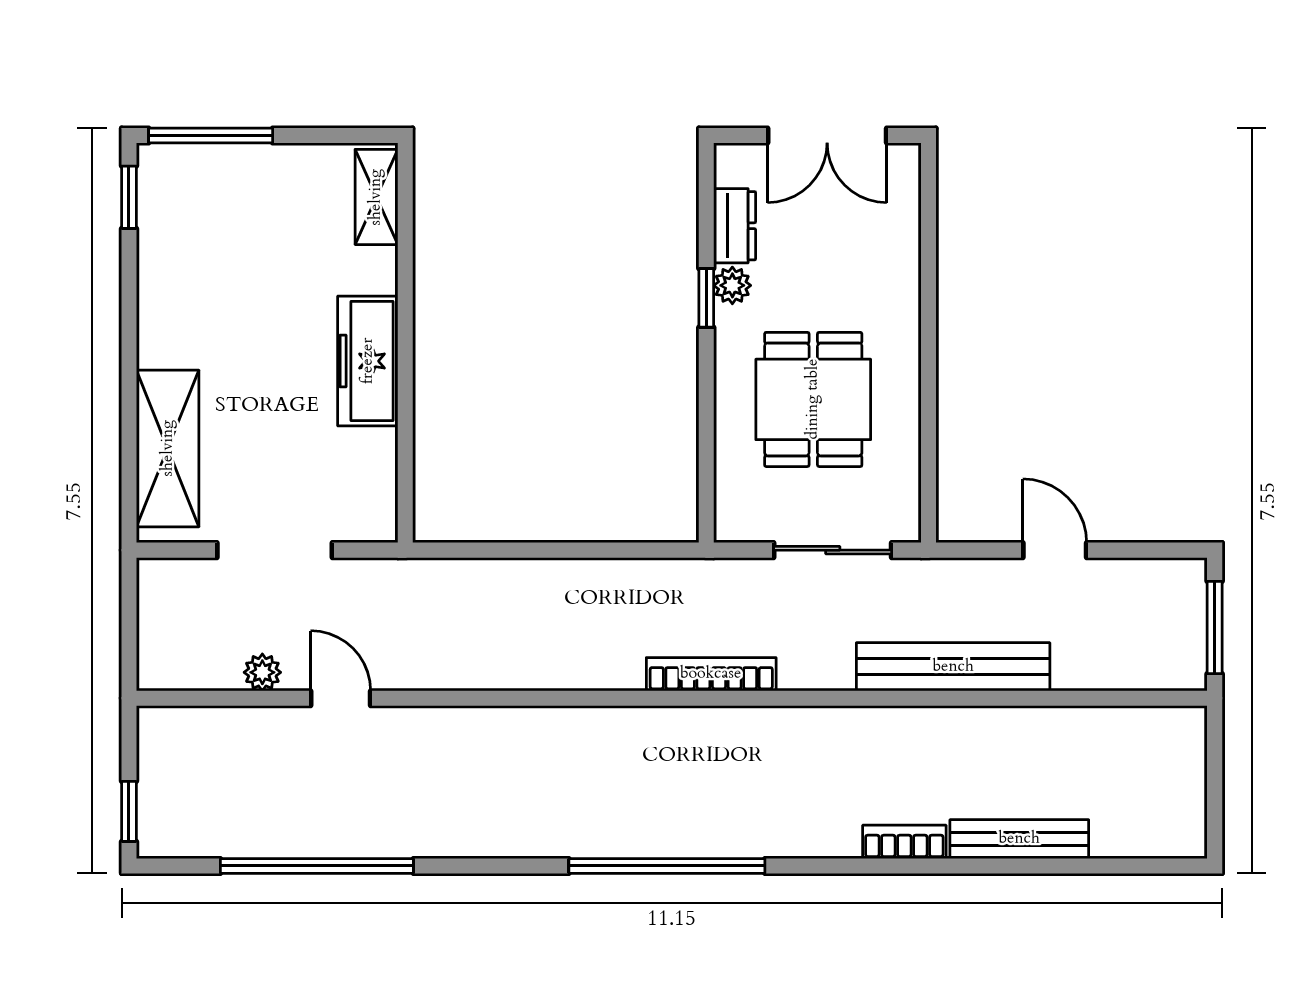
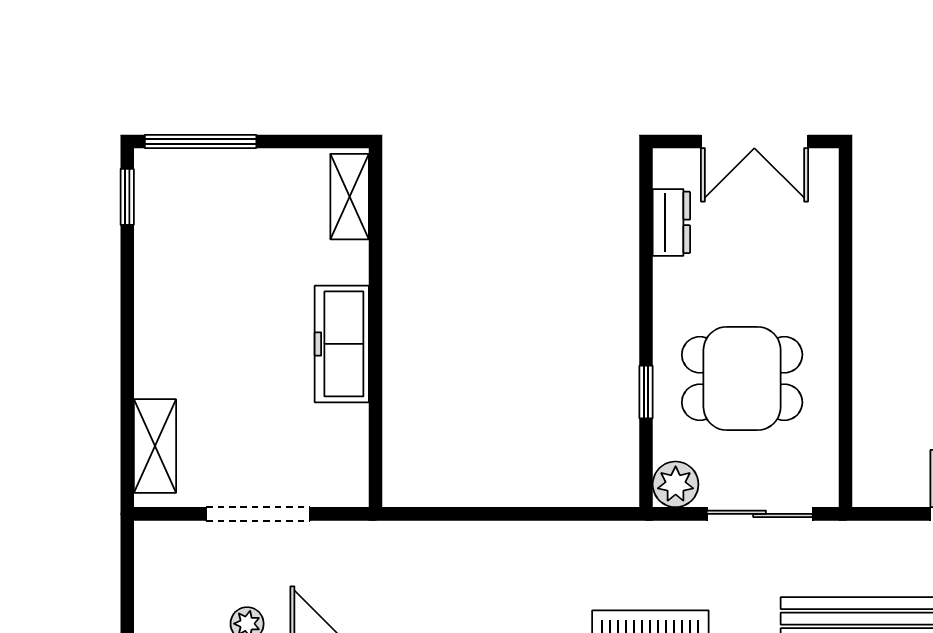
plant: (732, 285) -> (676, 484), moved, width x1.38, depth x1.38
window: (706, 298) -> (646, 392), moved
dining table: (813, 399) -> (742, 379), turned 90
shelving: (168, 448) -> (155, 446), width x0.67, depth x0.75

